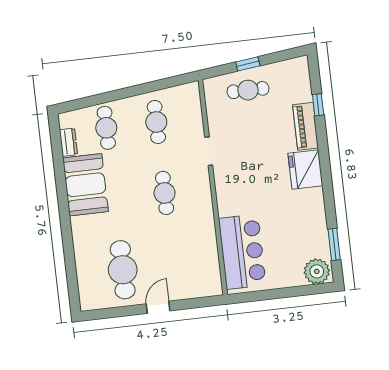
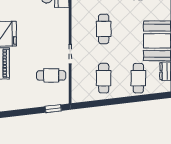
window: (248, 64) -> (53, 109), moved
cafe table: (248, 90) -> (51, 75), moved

